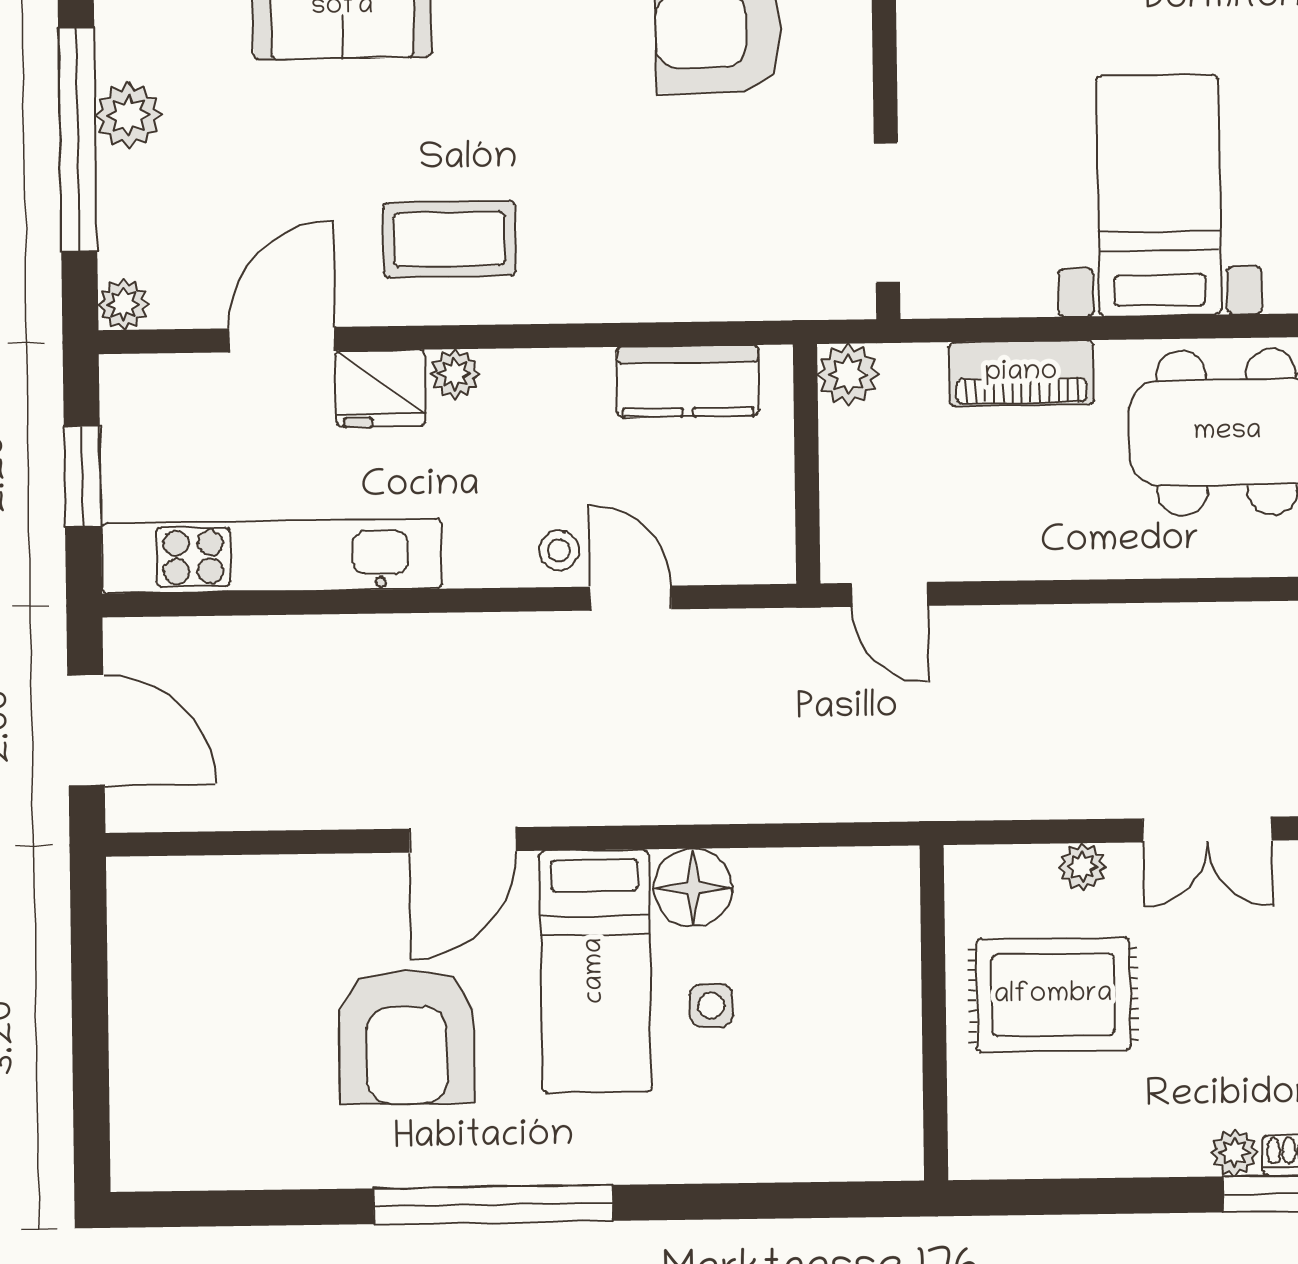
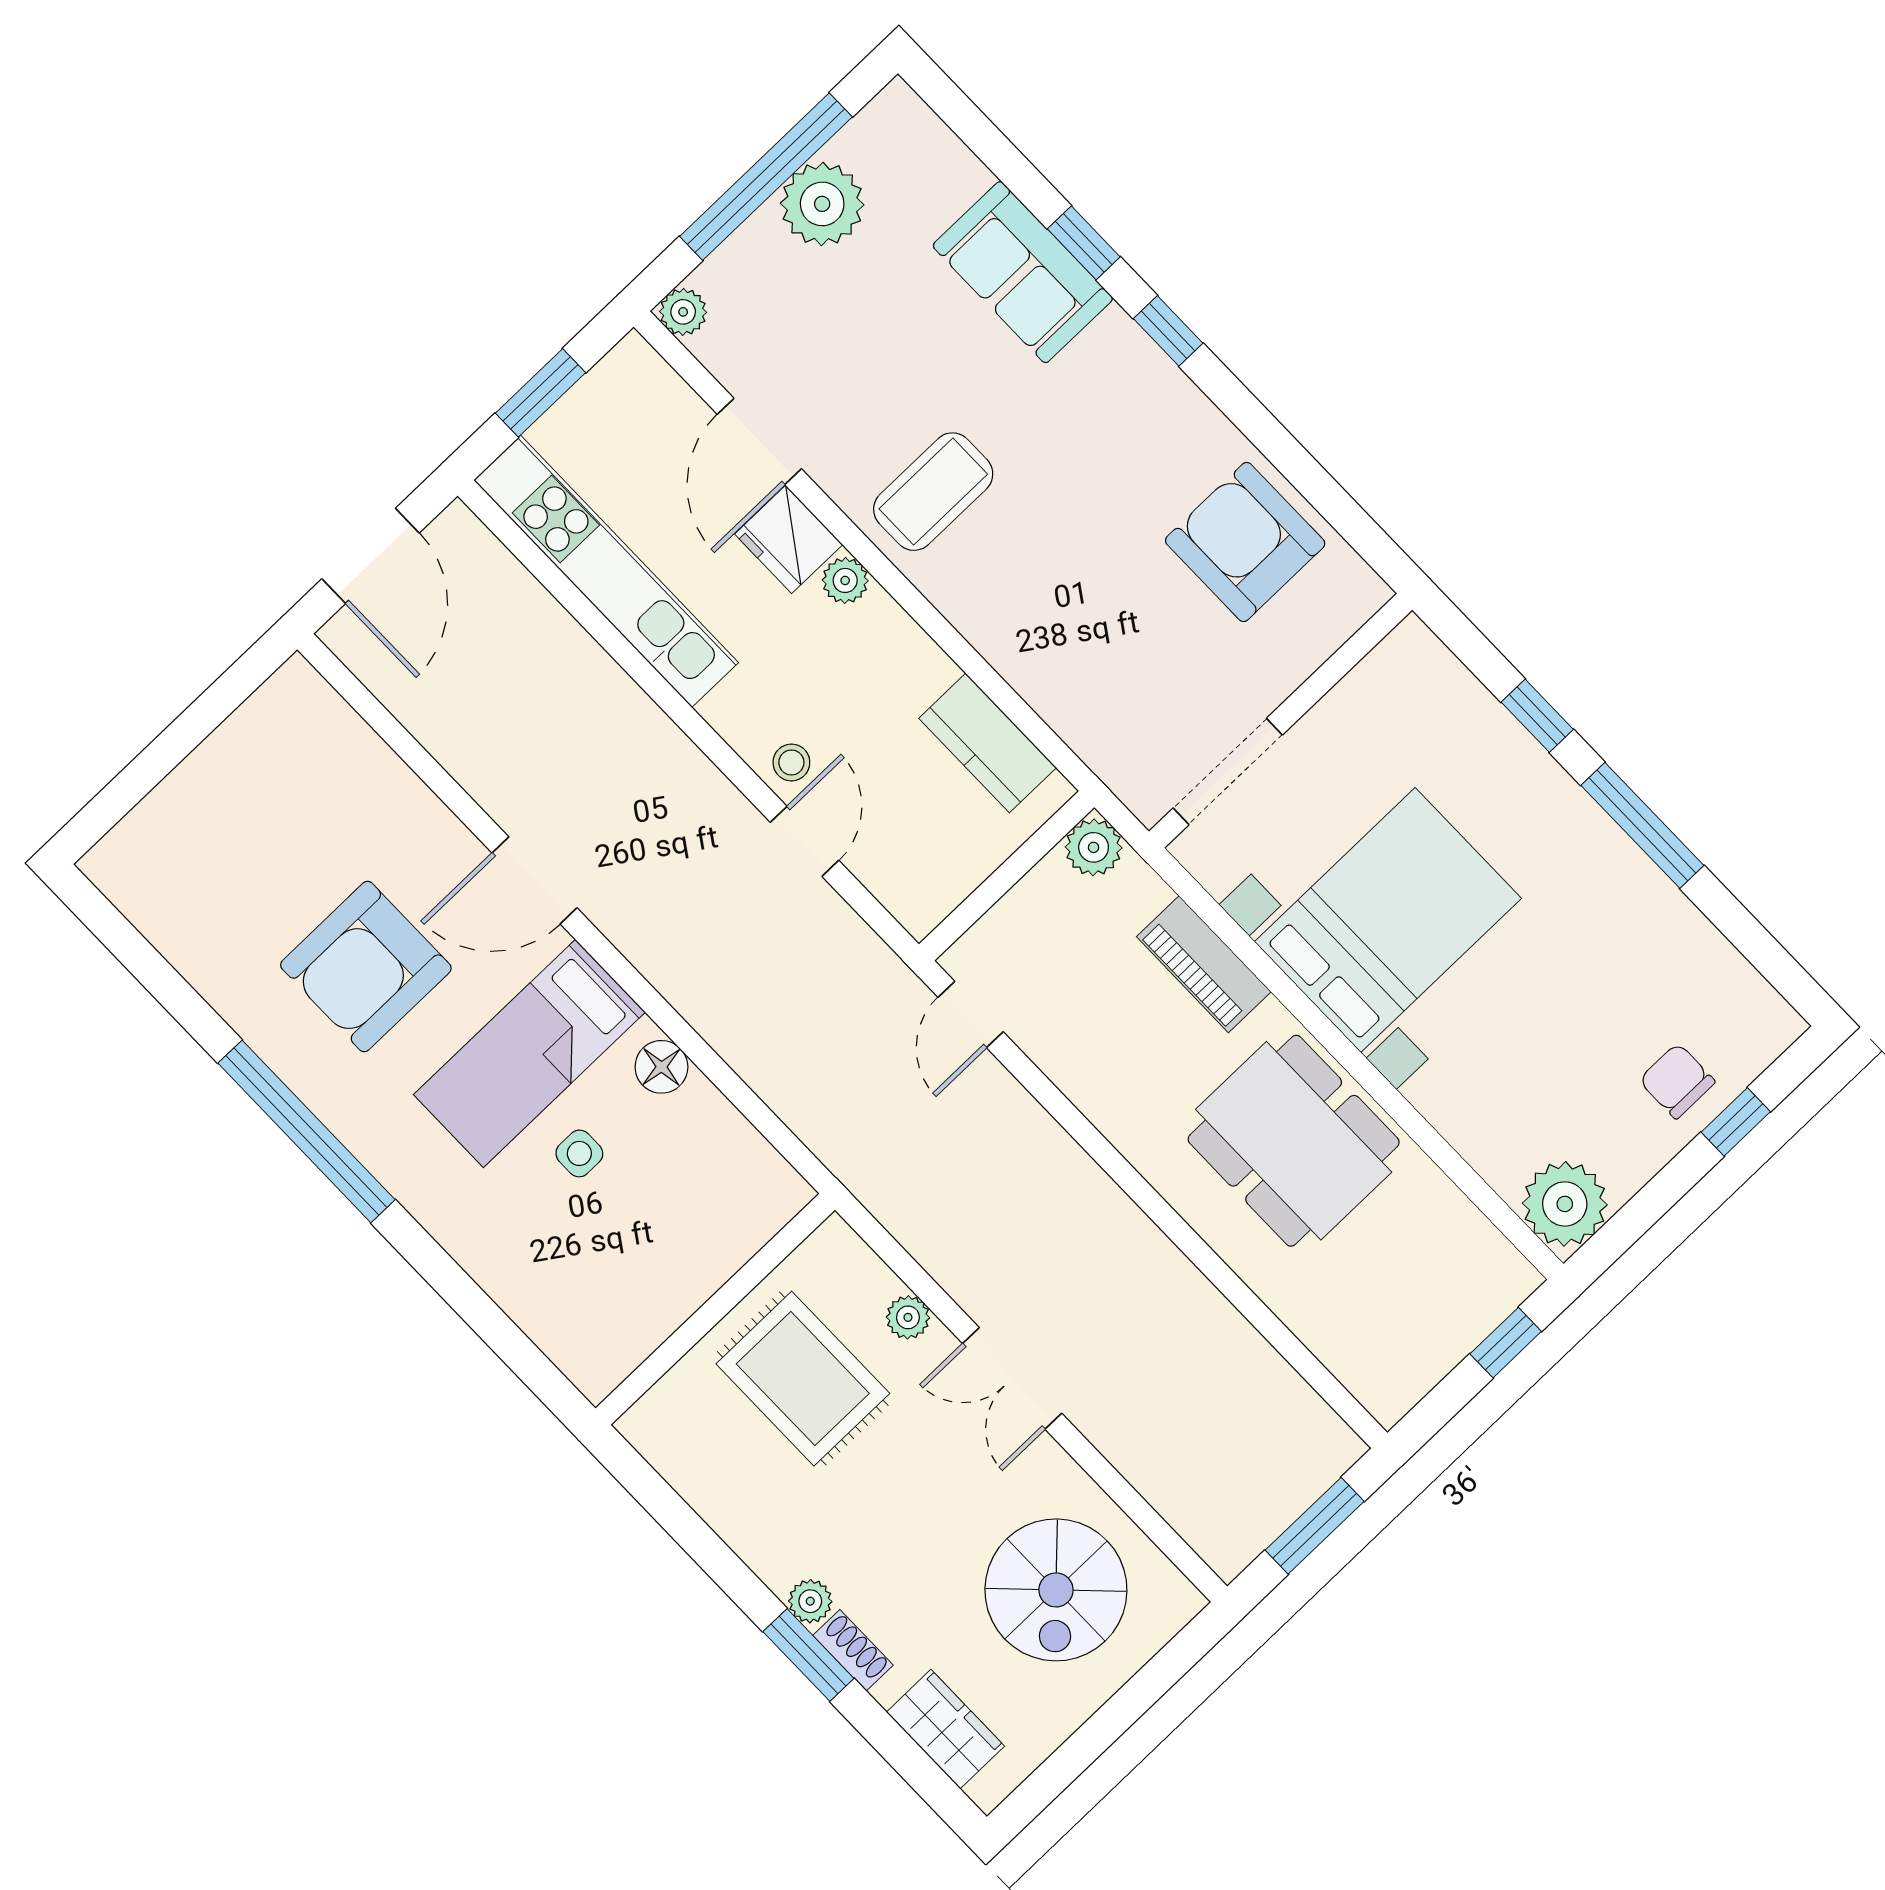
plant: (129, 115) -> (822, 204), width x1.36, depth x1.36
bed with nightstands: (1159, 195) -> (1388, 920), width x1.36
coffee table: (449, 239) -> (933, 492), turned 90
door: (282, 340) -> (759, 442), swing flipped
floor lamp: (693, 888) -> (661, 1067), width x0.73, depth x0.73

